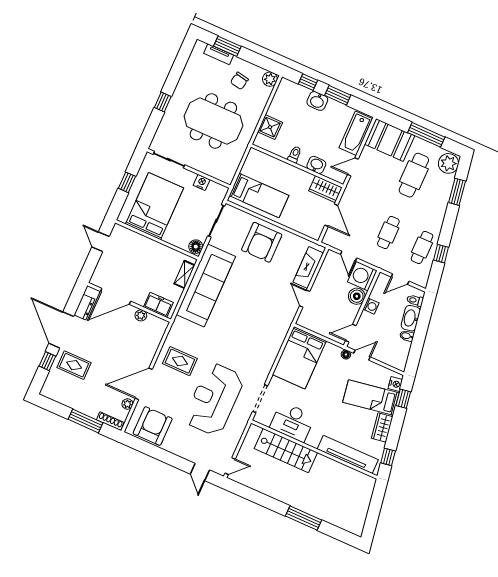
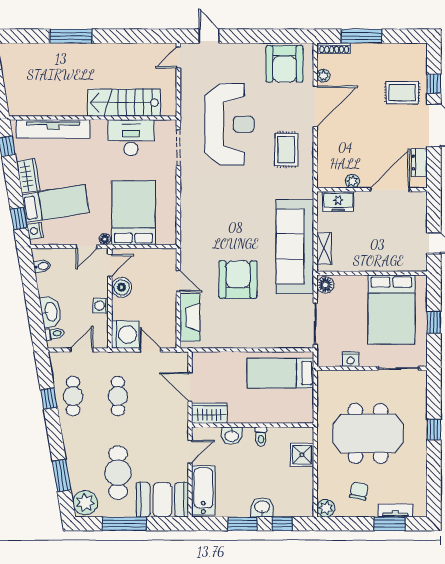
armchair: (262, 242) -> (238, 280), moved
boiler: (357, 296) -> (122, 287), moved
bidet: (407, 336) -> (42, 266), moved
bed: (299, 358) -> (133, 213), moved
rug: (180, 361) -> (286, 150), turned 90

